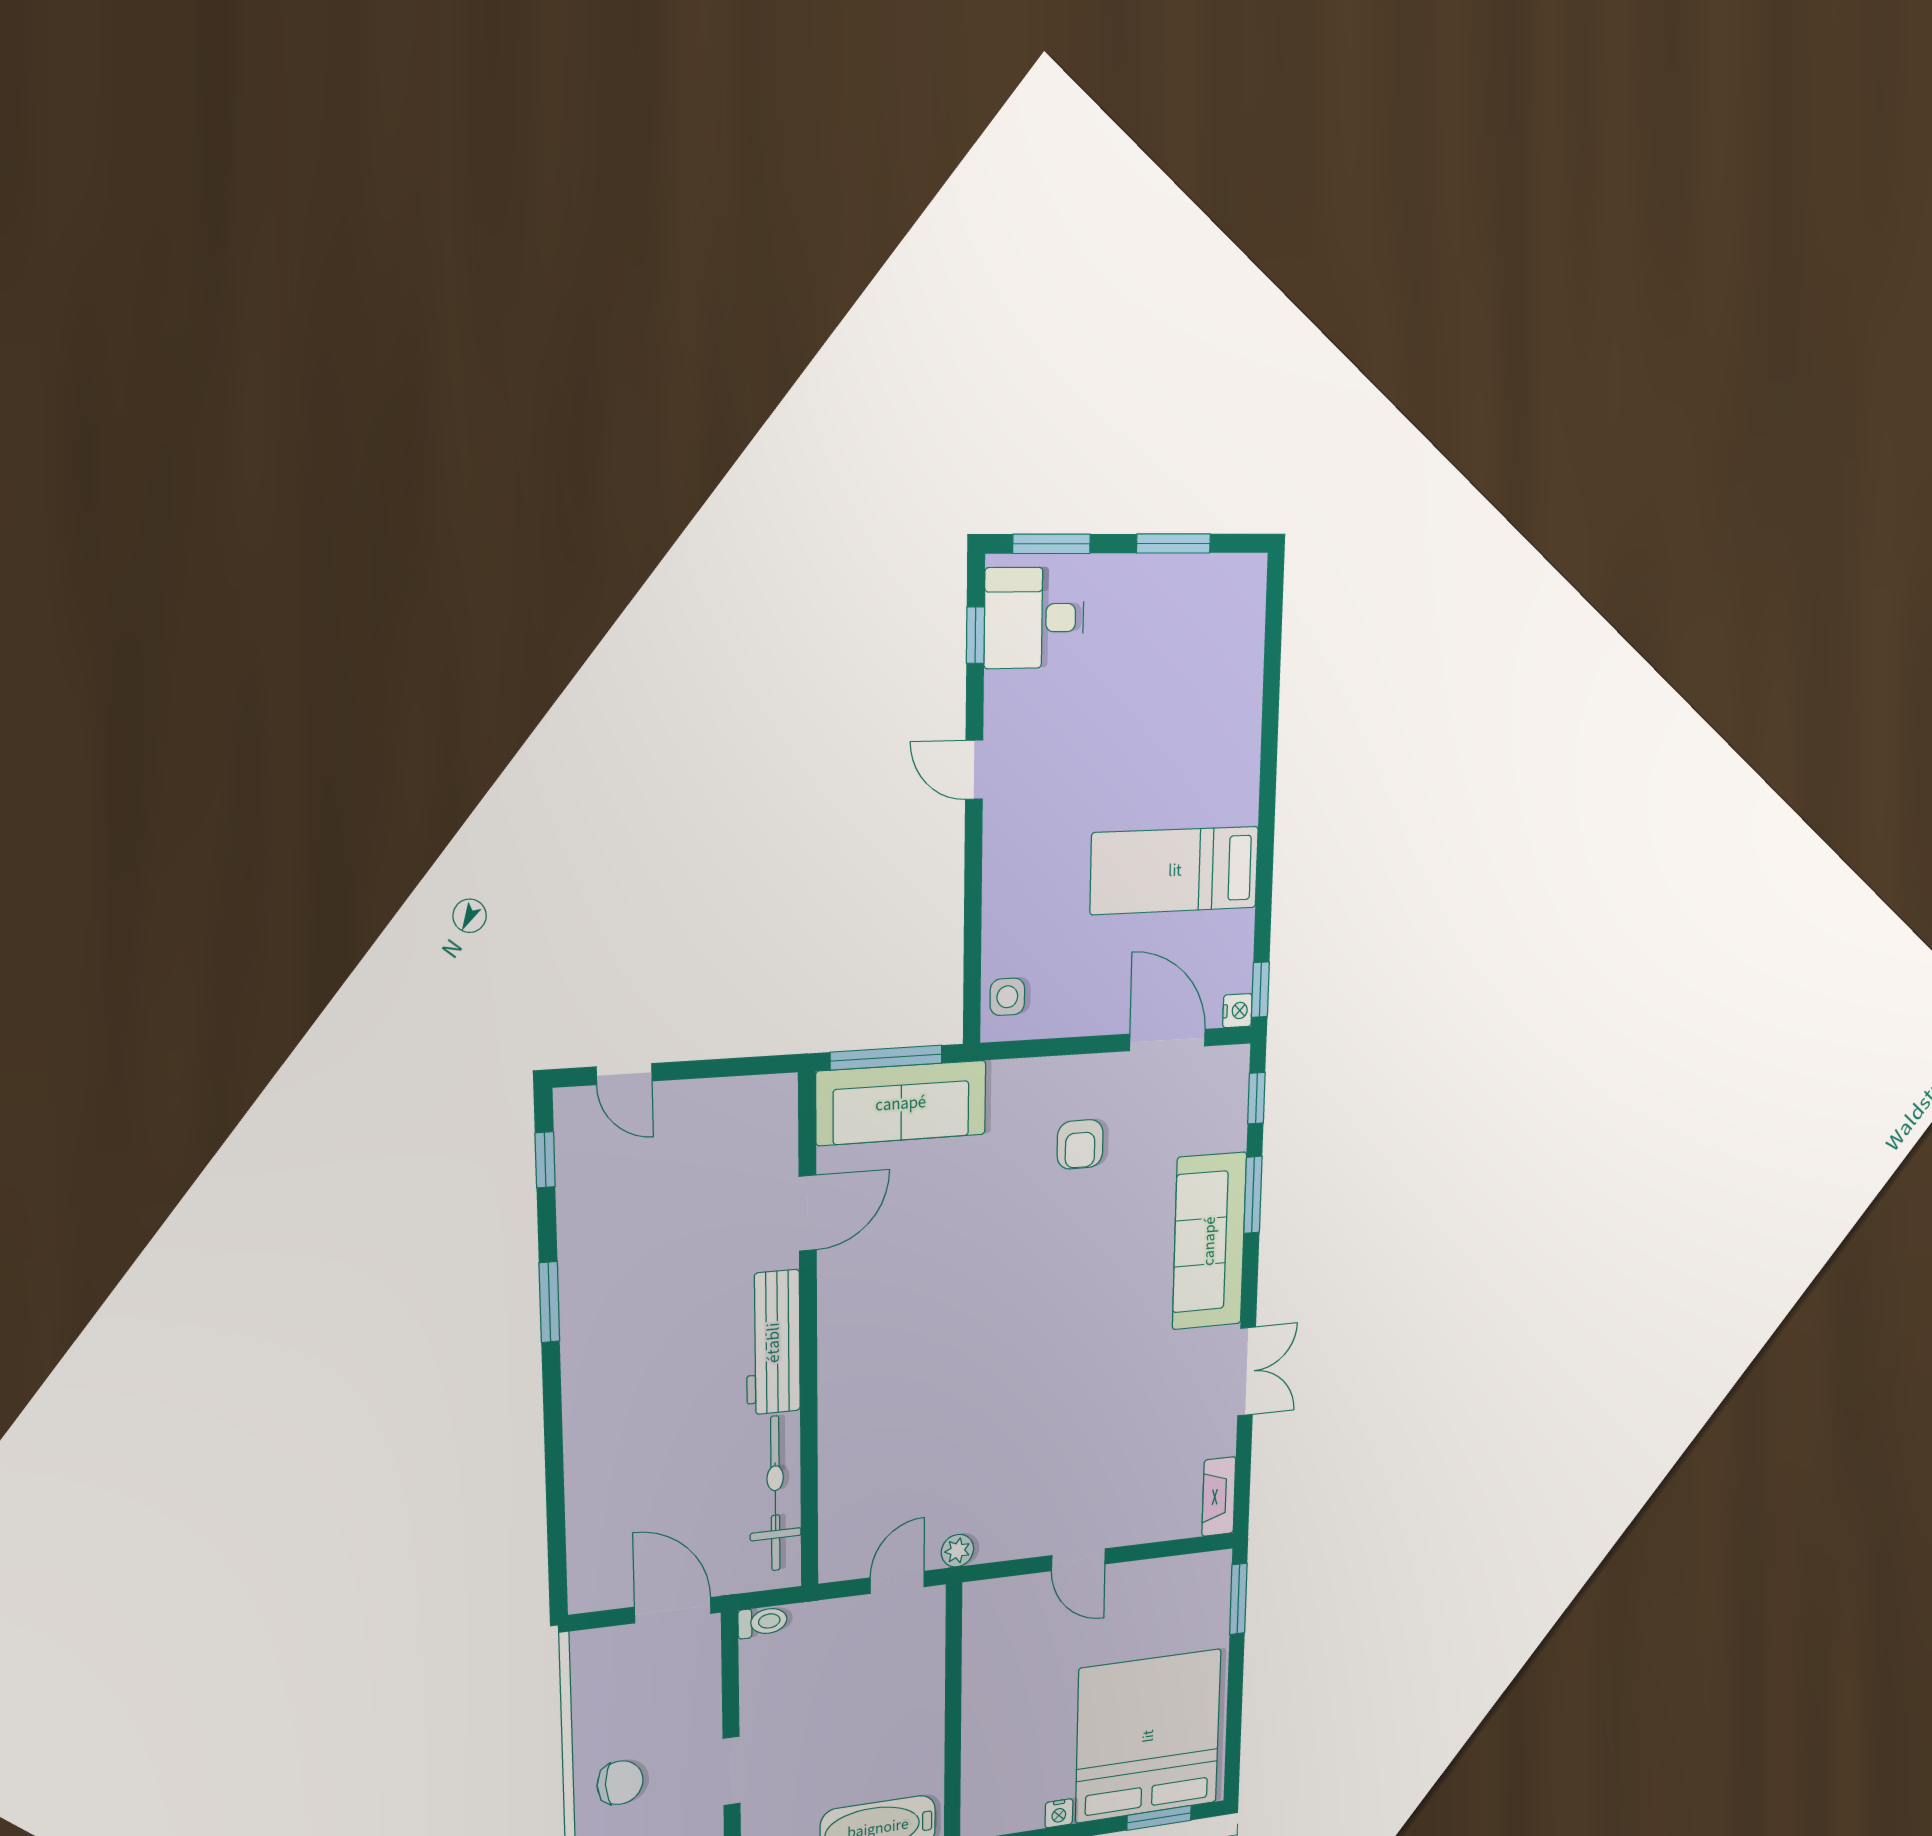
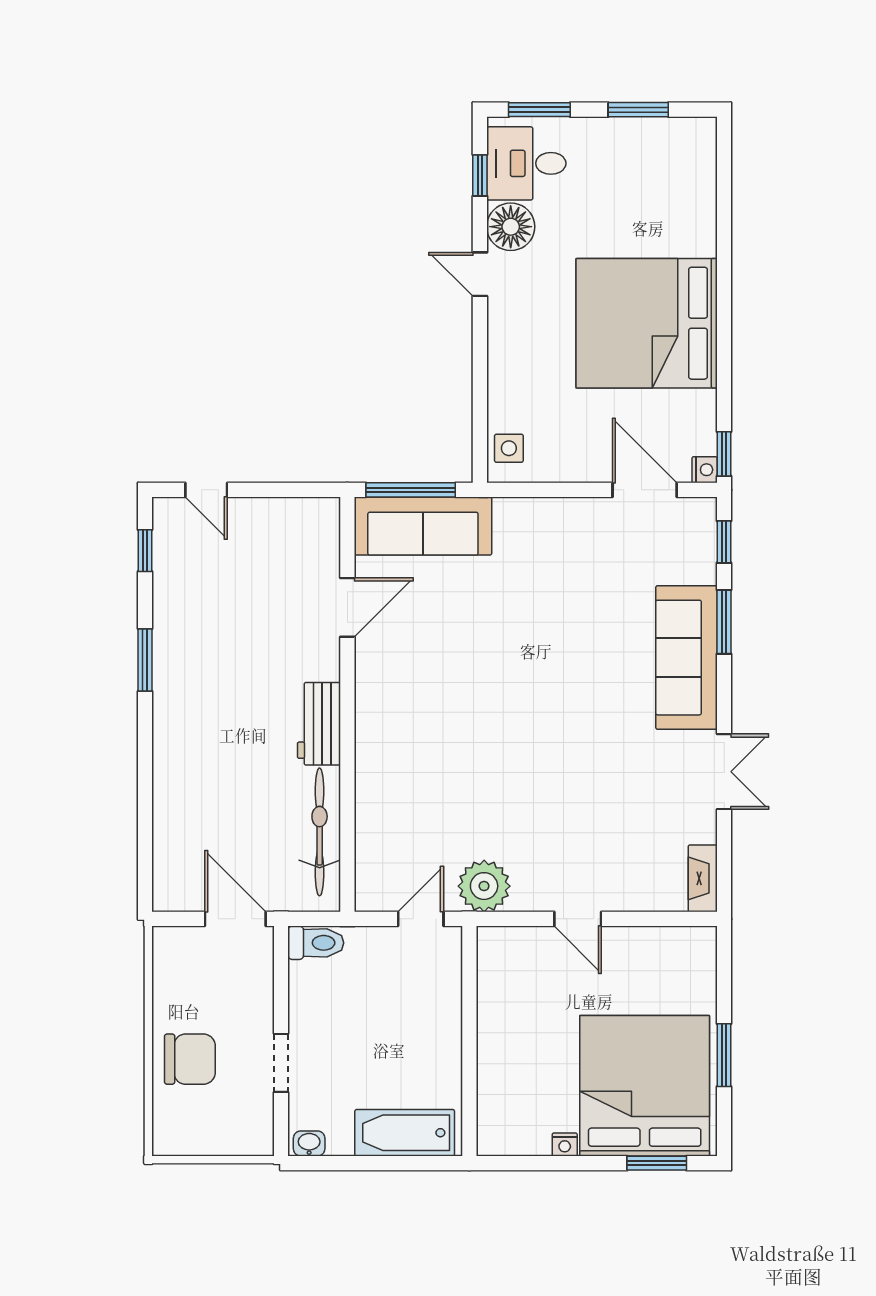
floor lamp: (1013, 705) -> (511, 227), added
bed: (1175, 870) -> (647, 323), width x2.04
armchair: (1080, 1144) -> (572, 569), removed
workbench: (773, 1343) -> (319, 724), width x0.73
plant: (957, 1551) -> (484, 886), width x1.87, depth x1.87
window: (1238, 1599) -> (724, 1055), moved
toilet: (762, 1622) -> (316, 943), width x1.37, depth x1.39
chair: (620, 1783) -> (190, 1059), width x1.37, depth x1.37

